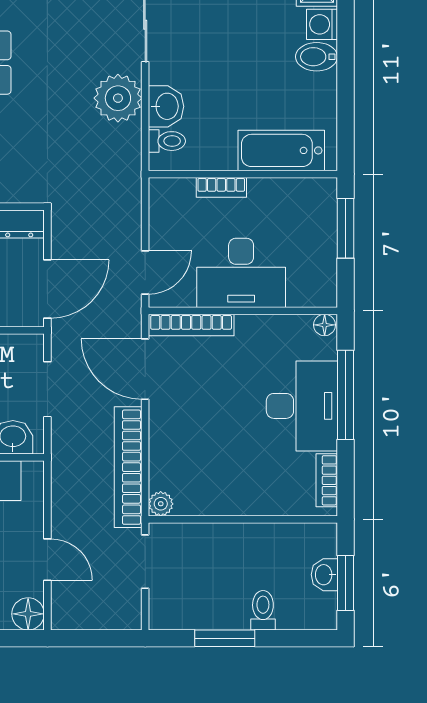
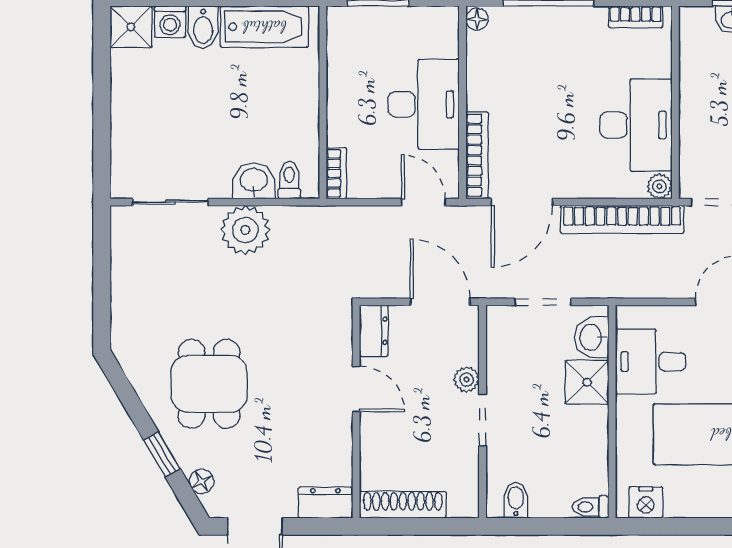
bathtub: (281, 150) -> (264, 27), moved, turned -90
bookcase: (221, 187) -> (336, 173), moved
desk: (302, 406) -> (636, 125), moved, turned 90

